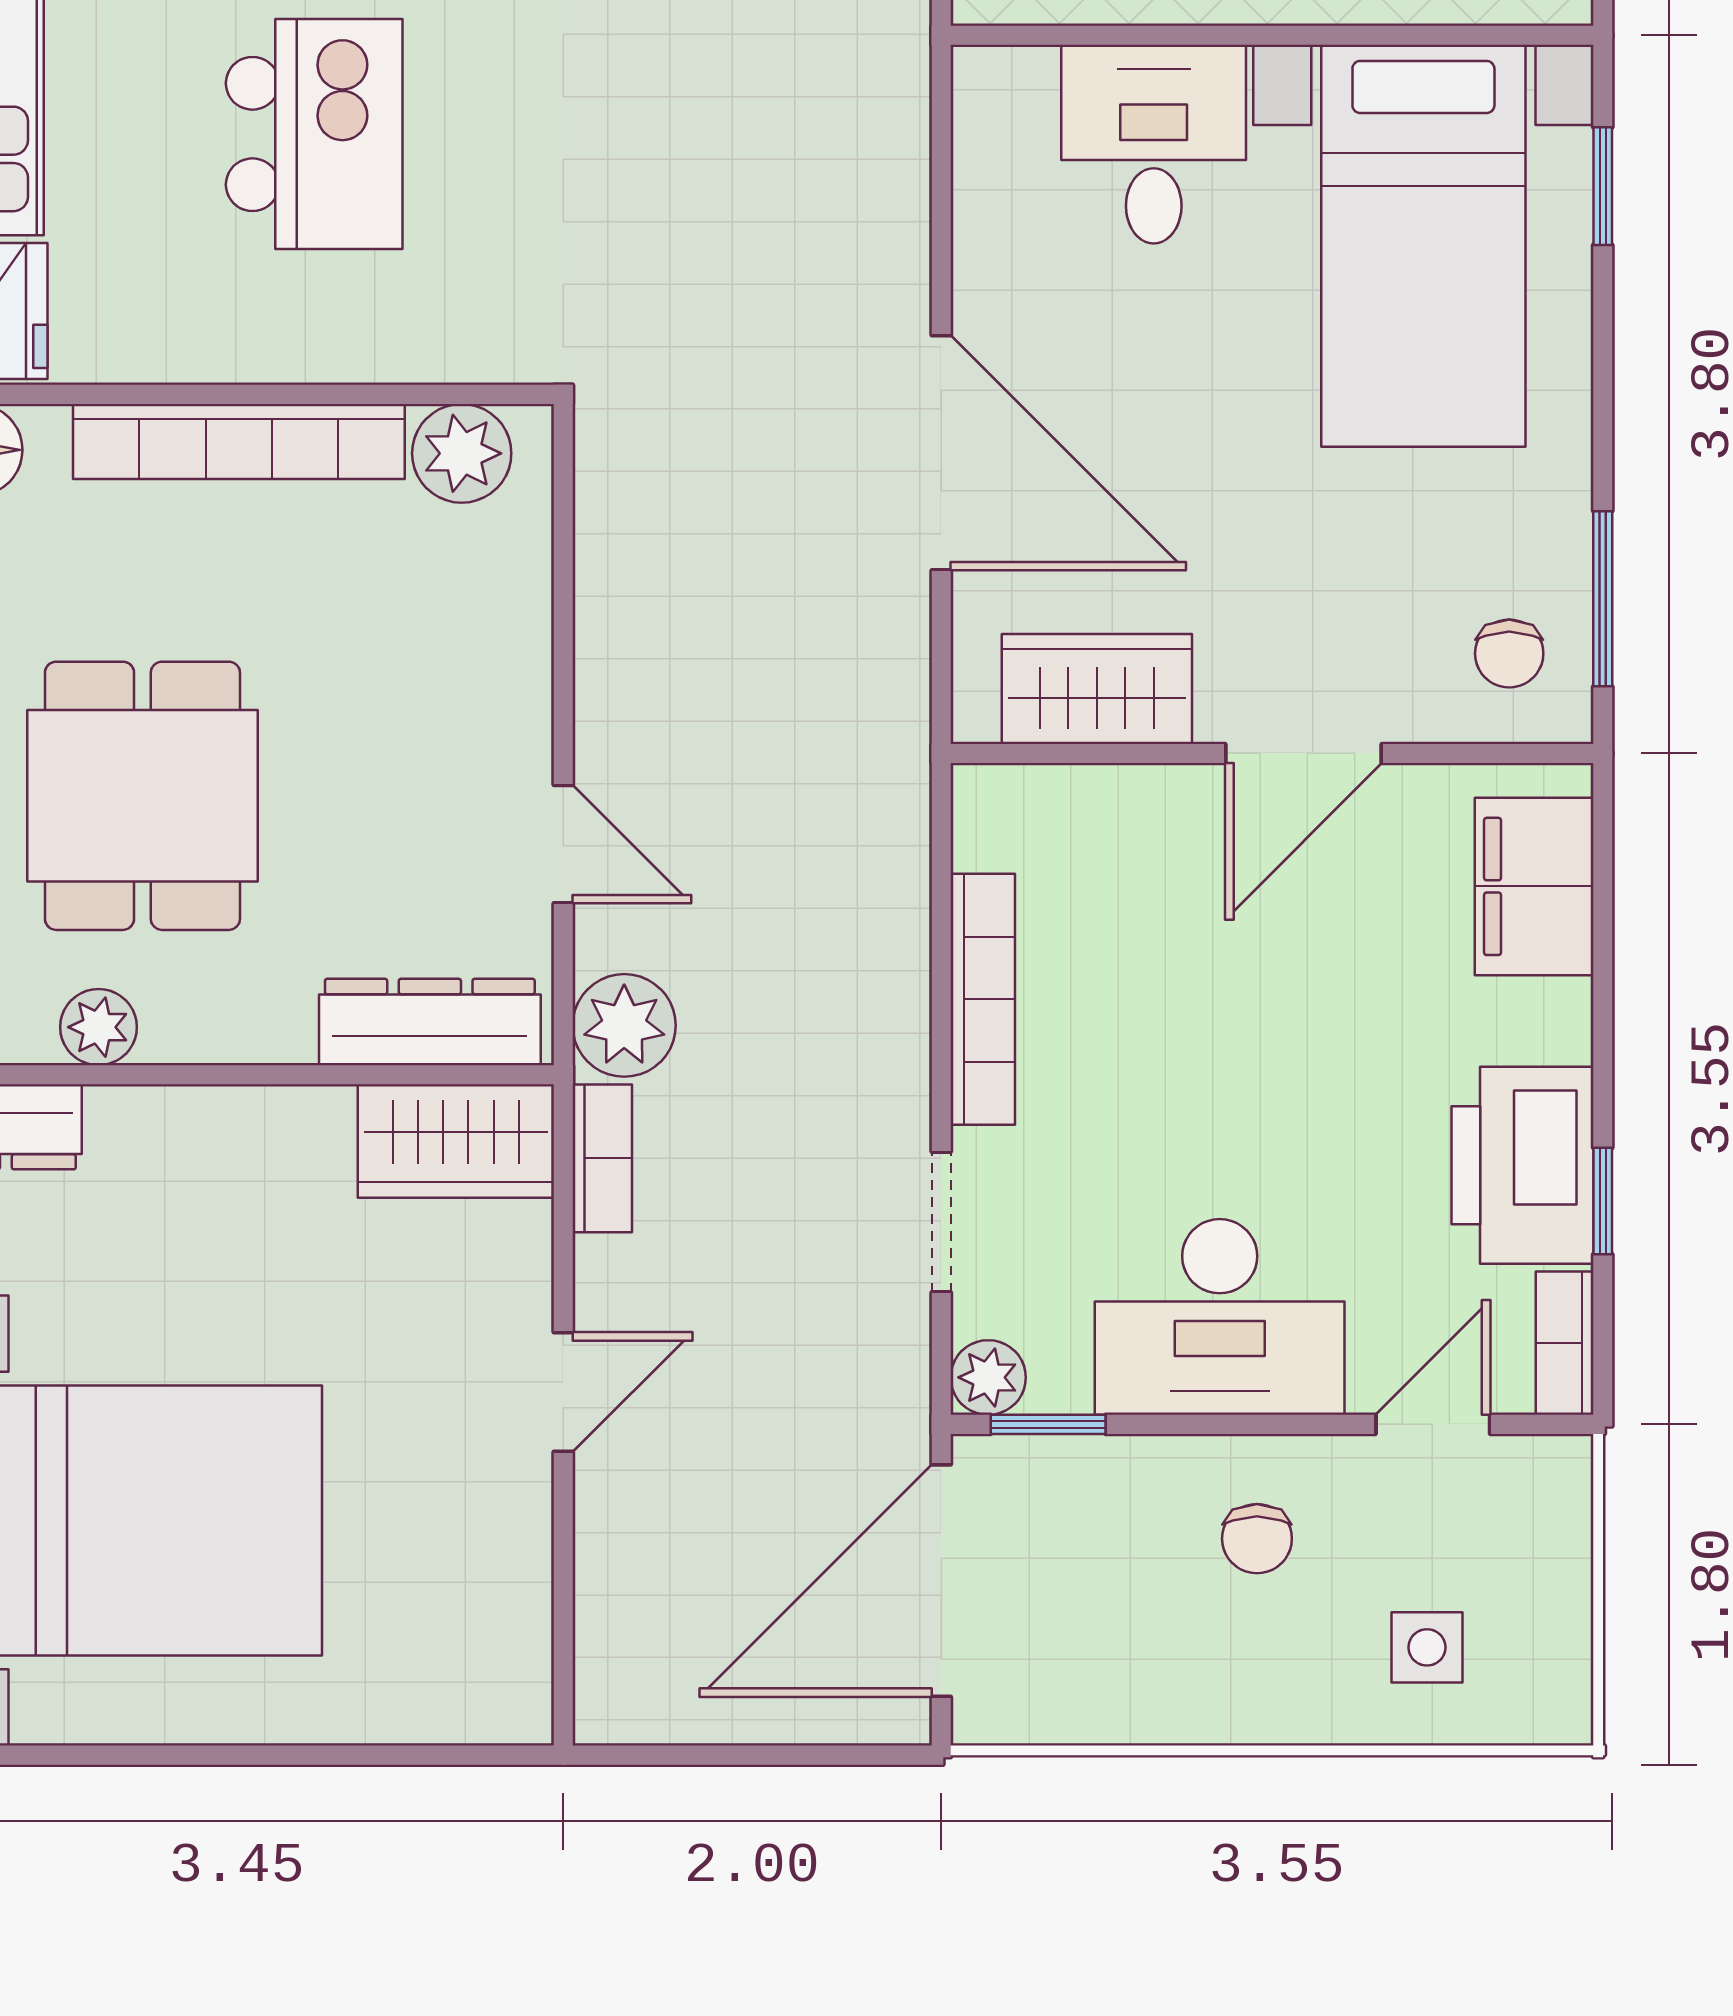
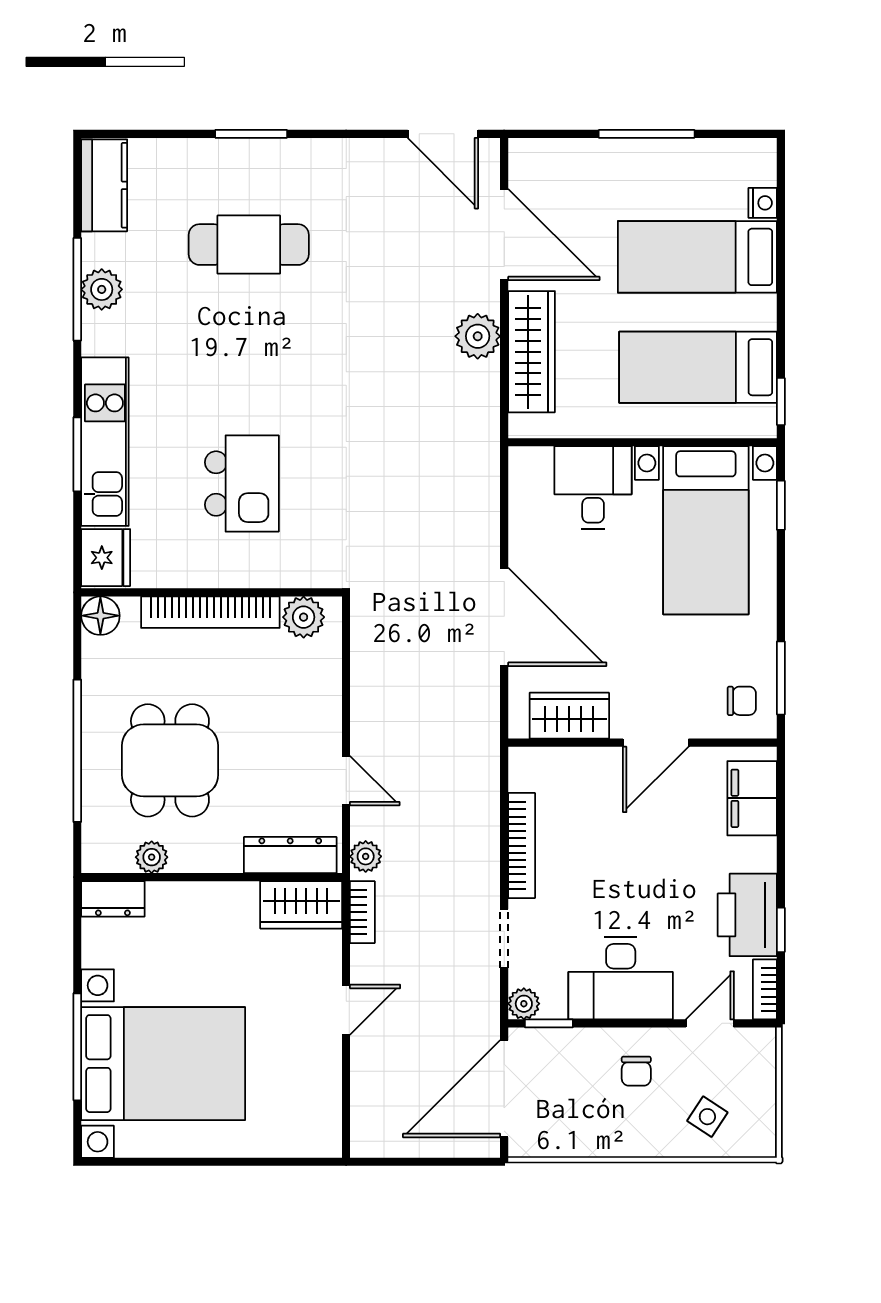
chair: (1509, 654) -> (742, 701), turned -90
plant: (624, 1025) -> (366, 856), width x0.73, depth x0.73
side table: (1427, 1647) -> (707, 1117), turned 33

